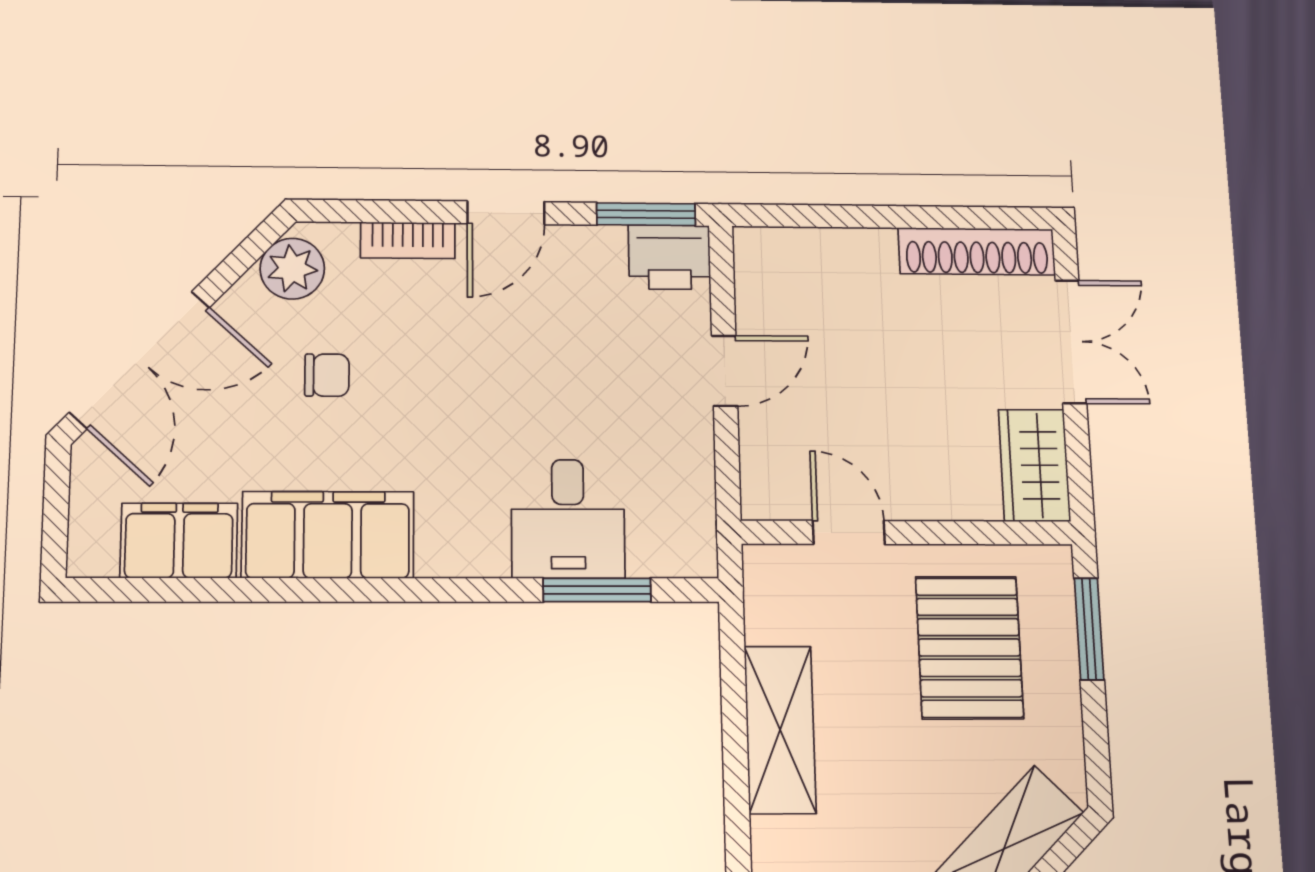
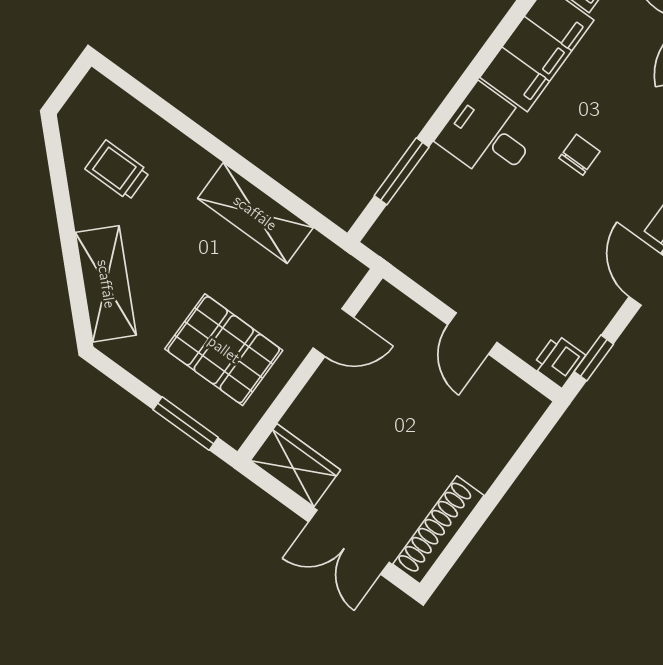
window: (646, 214) -> (594, 358), width x0.67
printer: (669, 257) -> (559, 361), width x0.73, depth x0.81
chair: (327, 375) -> (580, 155), moved, turned 180
desk: (568, 519) -> (489, 134), moved

